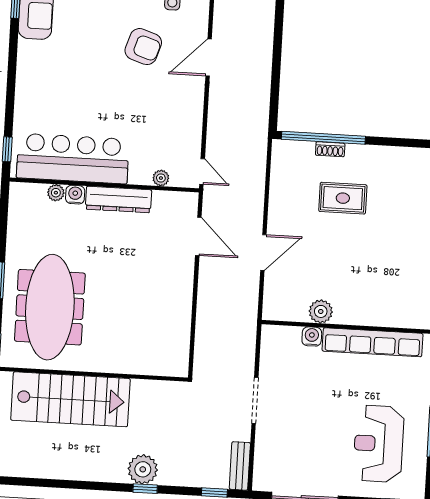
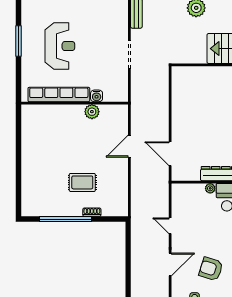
window: (323, 138) -> (66, 219), moved
door: (202, 171) -> (170, 226), moved
plant: (161, 178) -> (210, 188), moved
reception desk: (379, 444) -> (60, 46), moved

